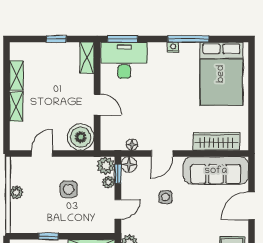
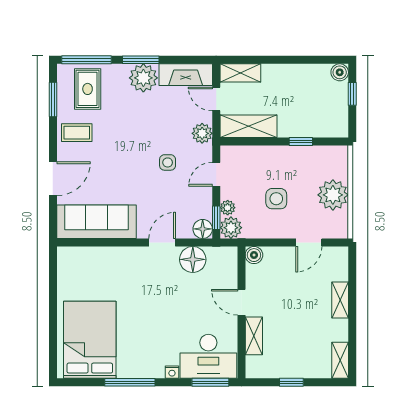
nightstand: (173, 47) -> (172, 372), moved
shelving: (87, 58) -> (254, 336), moved
shelving: (16, 75) -> (340, 360), moved
boiler: (81, 137) -> (254, 255), width x0.54, depth x0.54
wardrobe: (216, 141) -> (96, 257), removed
floor lamp: (132, 145) -> (193, 259), width x1.89, depth x1.89
plant: (16, 192) -> (333, 195), width x1.87, depth x1.87
side table: (165, 197) -> (168, 162), moved

